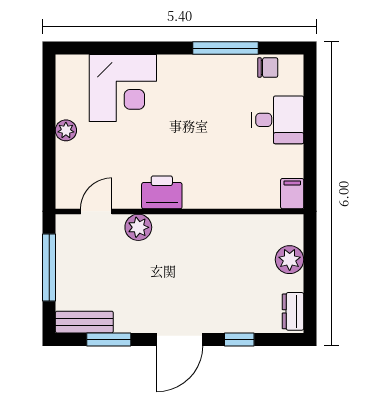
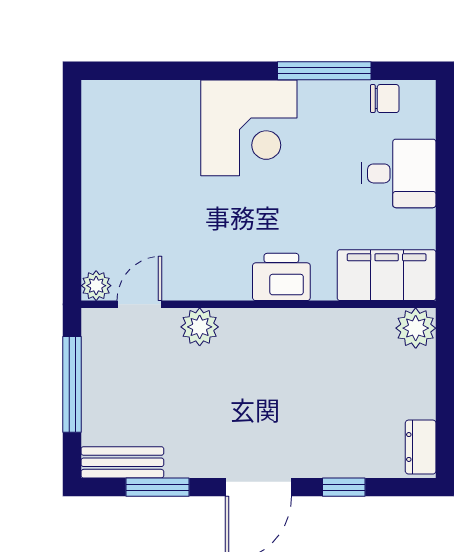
corner desk: (123, 88) -> (249, 128), moved
plant: (66, 130) -> (96, 286), moved
printer: (162, 192) -> (281, 277), moved
filing cabinet: (292, 194) -> (387, 275), width x3.00, depth x1.17
plant: (290, 260) -> (416, 328), moved

